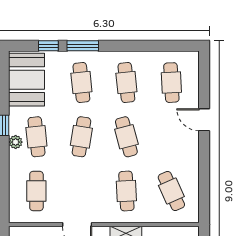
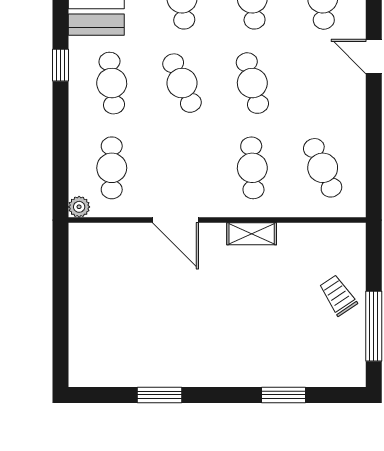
cafe table: (81, 137) -> (182, 83), turned -33
plant: (16, 142) -> (79, 207), moved

